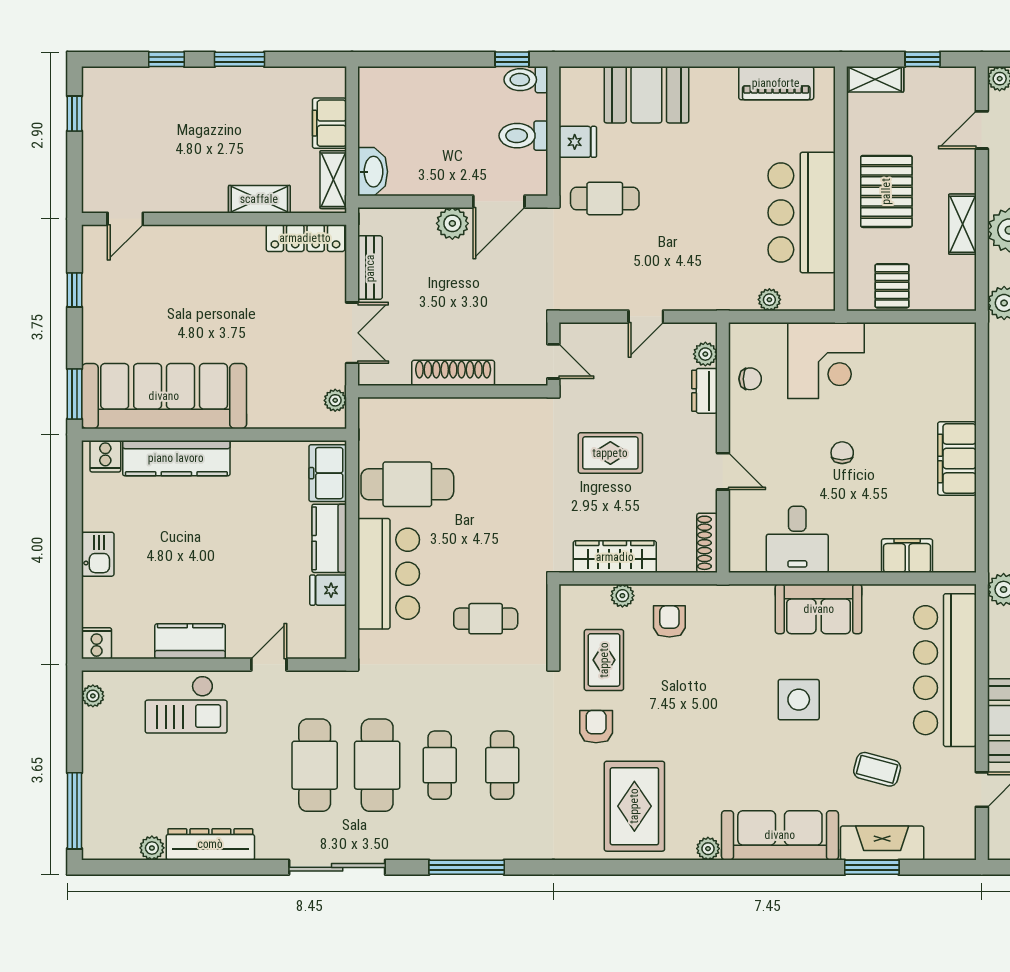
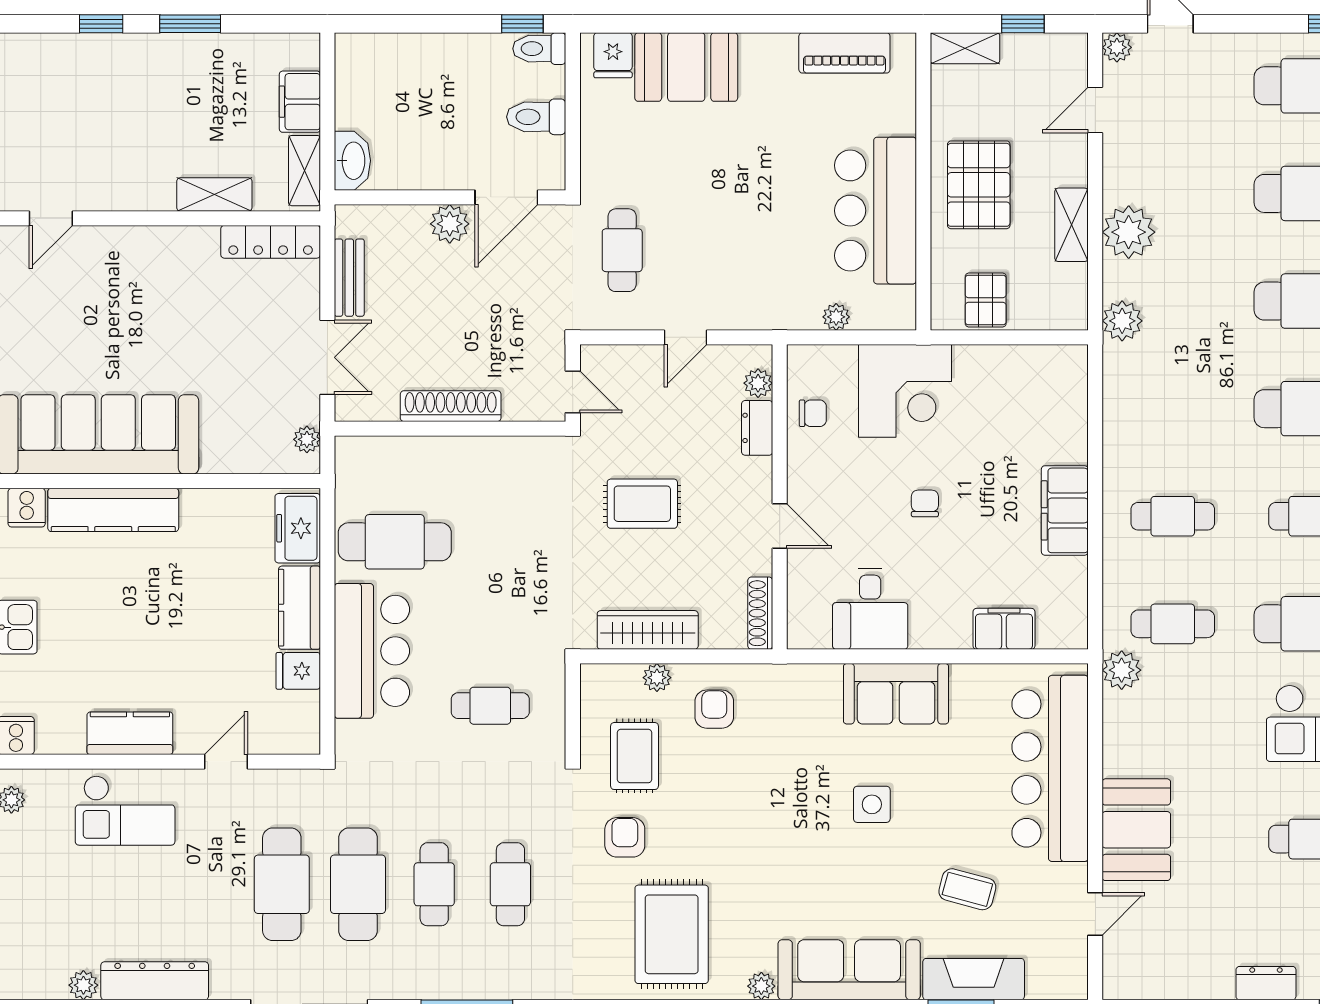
fridge: (578, 142) -> (613, 55), moved, turned 90
cafe table: (605, 199) -> (622, 250), moved, turned 90
side table: (799, 700) -> (872, 804), width x0.73, depth x0.73

